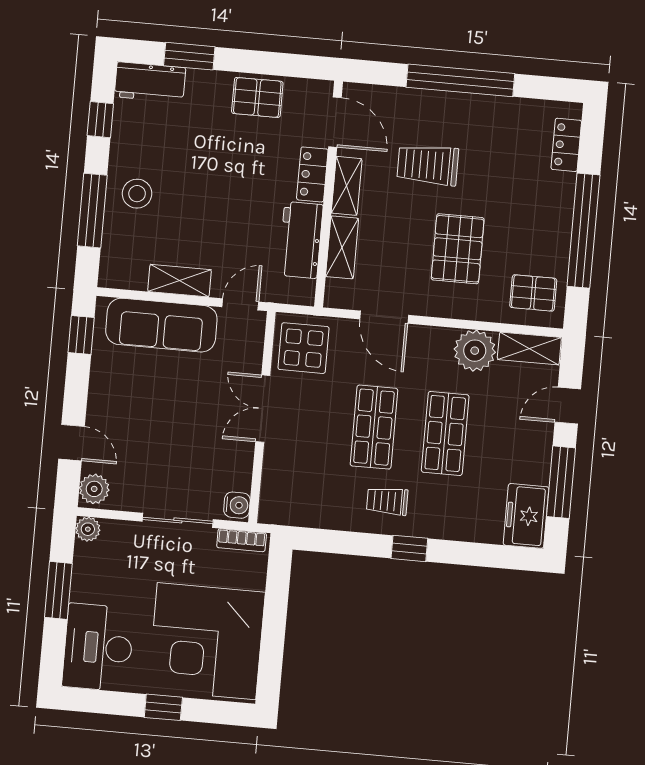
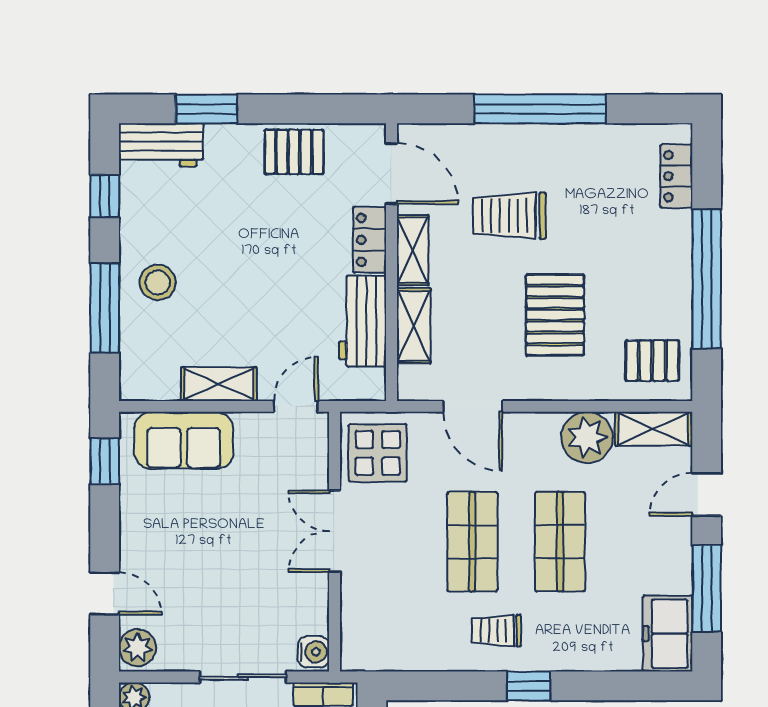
sofa: (161, 325) -> (184, 440), width x0.73

